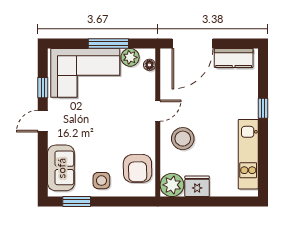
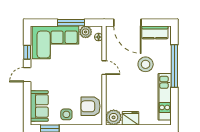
door: (193, 43) -> (127, 23), hinge flipped
window: (263, 108) -> (174, 66), width x3.17
door: (158, 111) -> (104, 68), hinge flipped
stool: (183, 139) -> (146, 64), moved
armchair: (138, 168) -> (91, 106), turned 91

